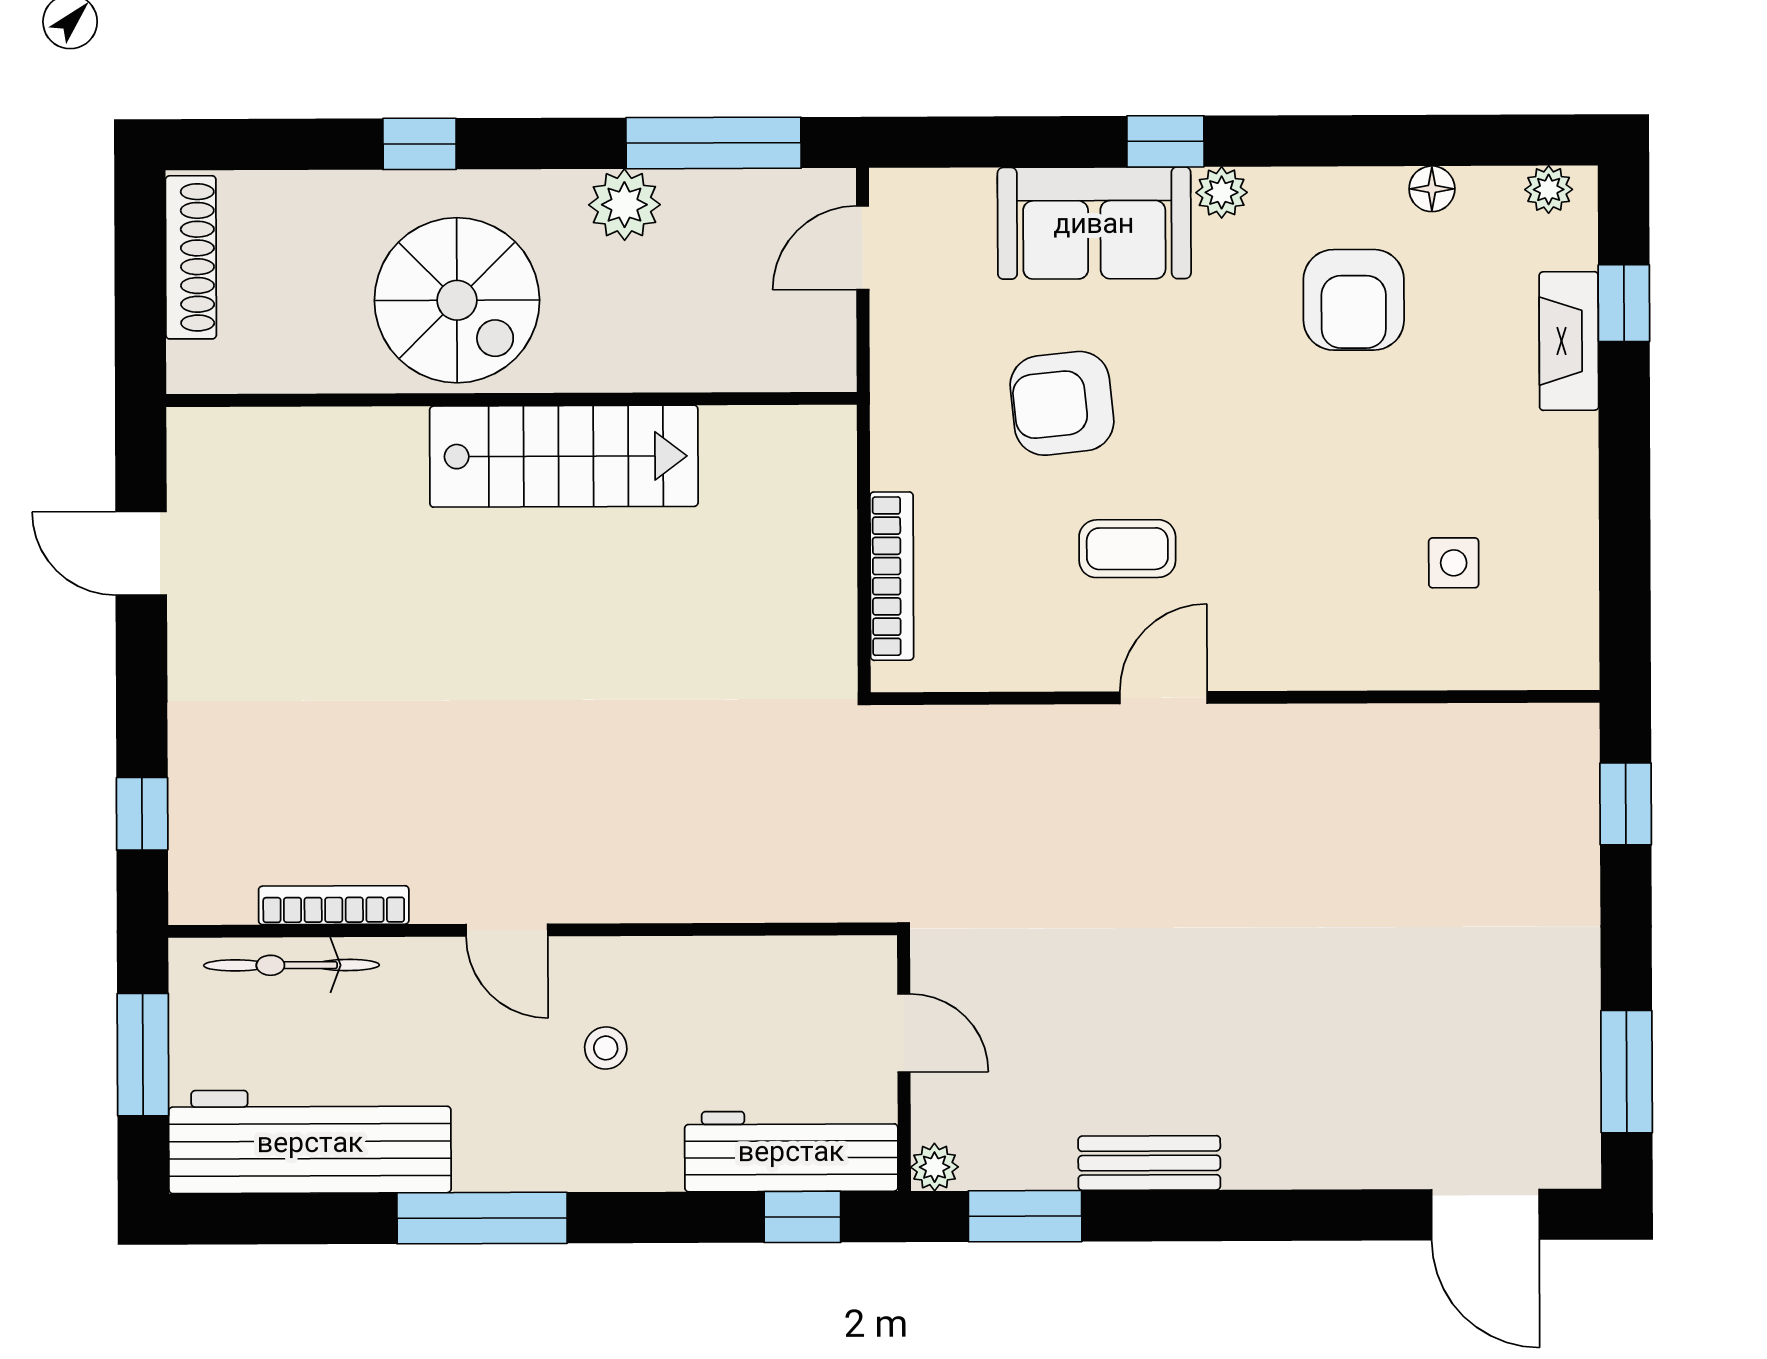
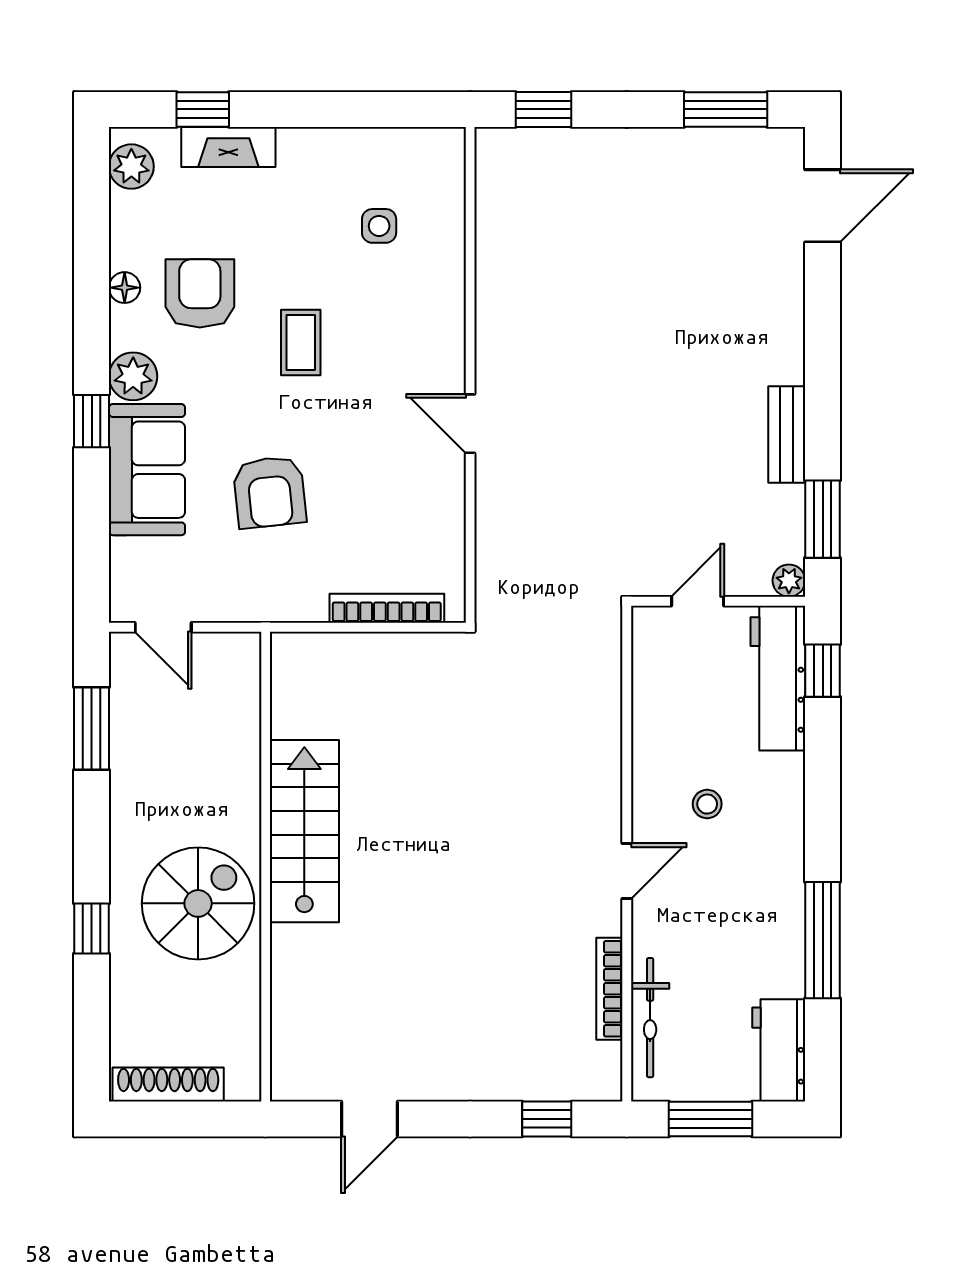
window: (714, 143) -> (92, 729), width x0.69
floor lamp: (1432, 189) -> (125, 288), moved
plant: (1549, 189) -> (131, 167), width x1.38, depth x1.38
plant: (1222, 192) -> (133, 376), width x1.38, depth x1.38
plant: (624, 205) -> (133, 789), removed
armchair: (1354, 300) -> (200, 293), turned -90
coffee table: (1127, 549) -> (301, 342), moved
workbench: (310, 1142) -> (779, 1050), width x0.53, depth x0.76
window: (482, 1218) -> (823, 940), moved

